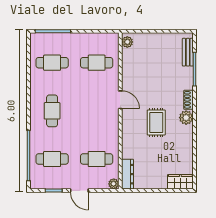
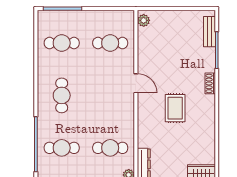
plant: (186, 118) -> (208, 103), removed

